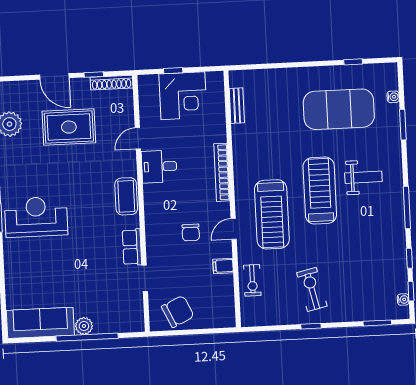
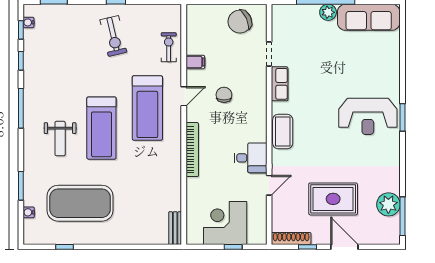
bench: (237, 106) -> (175, 228), moved
weight bench: (363, 177) -> (60, 139), turned -90
treadmill: (272, 214) -> (147, 108), turned 180

